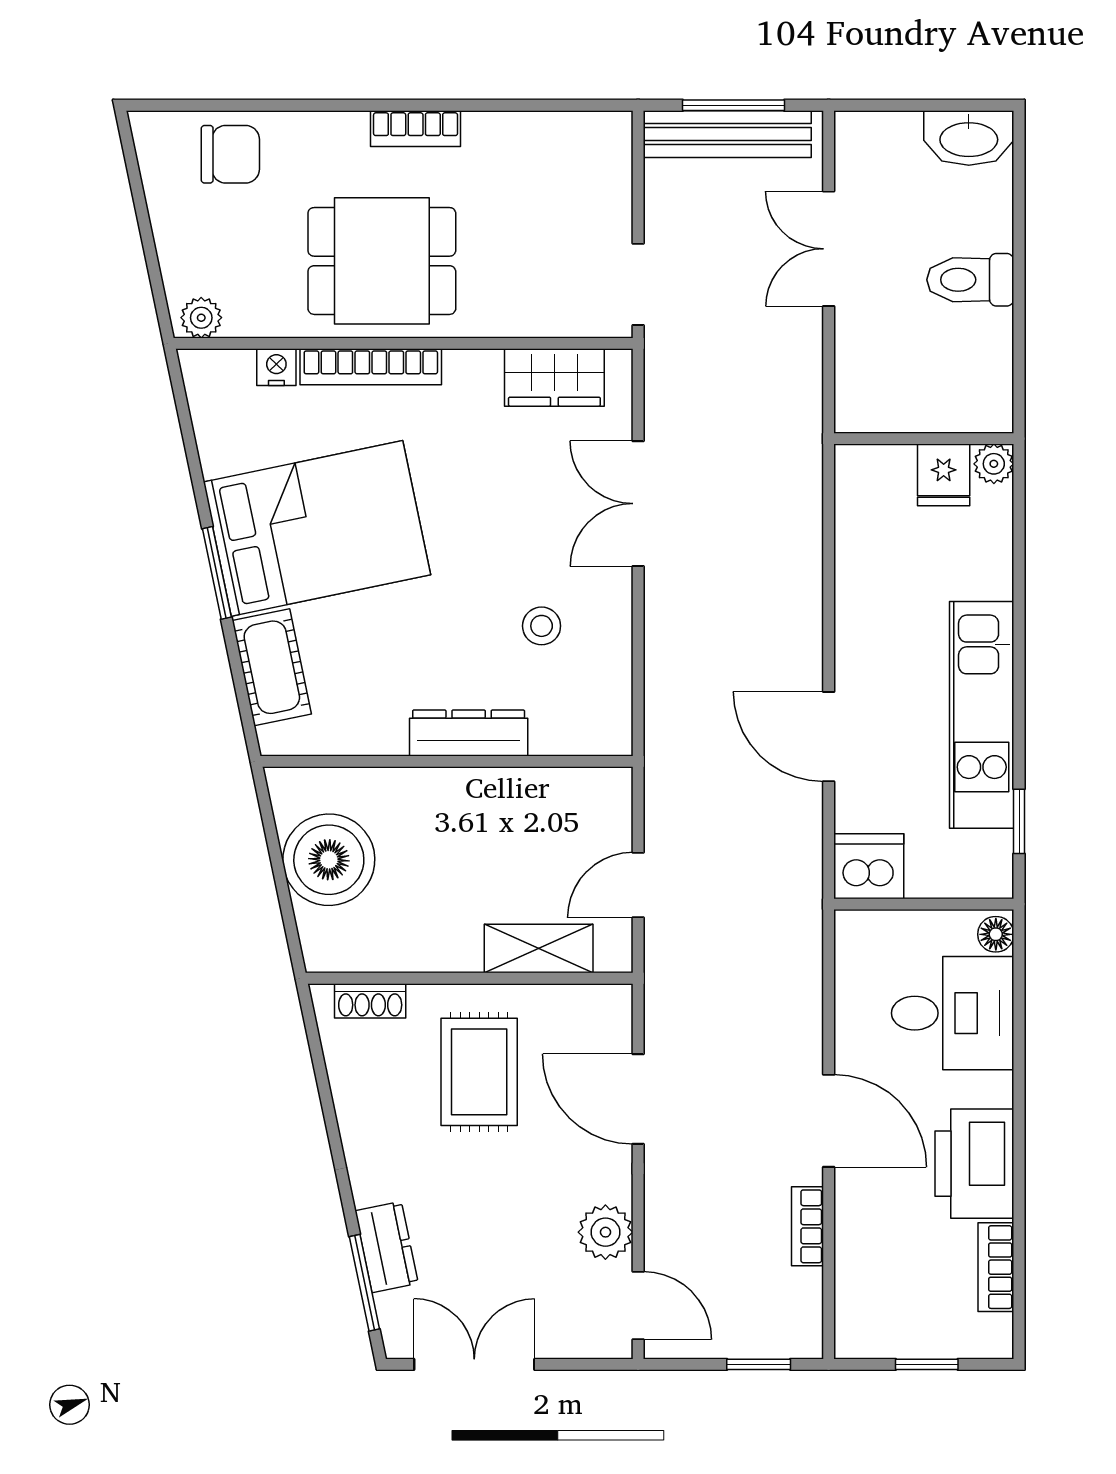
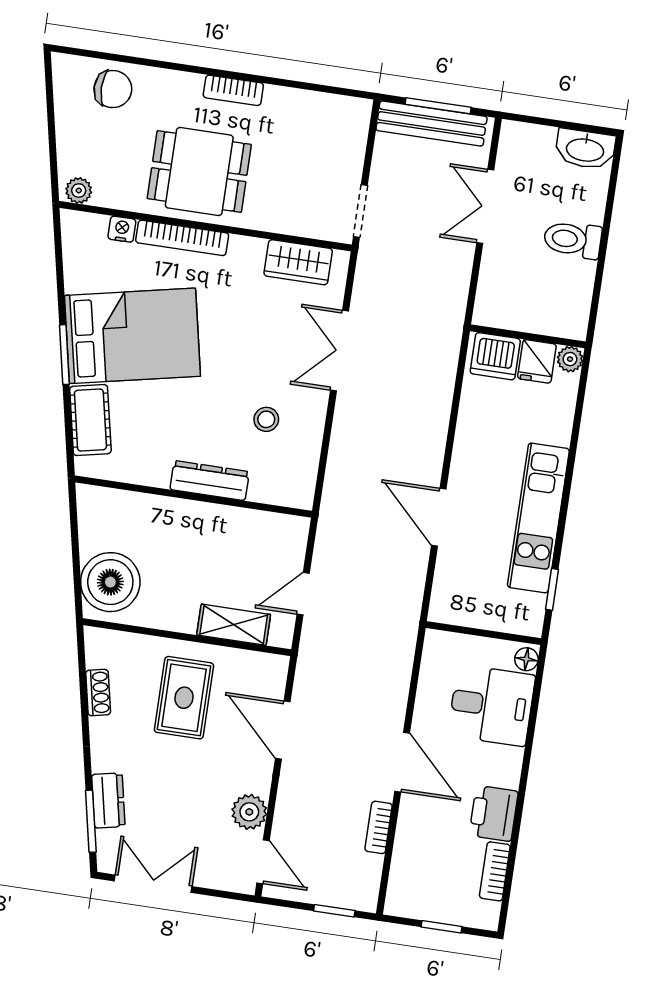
boiler: (329, 860) -> (110, 582), moved
dishwasher: (869, 866) -> (495, 356), moved, turned 180
shoe rack: (370, 1001) -> (98, 693), moved, turned -102
printer: (974, 1164) -> (494, 813), width x0.73, depth x0.84

